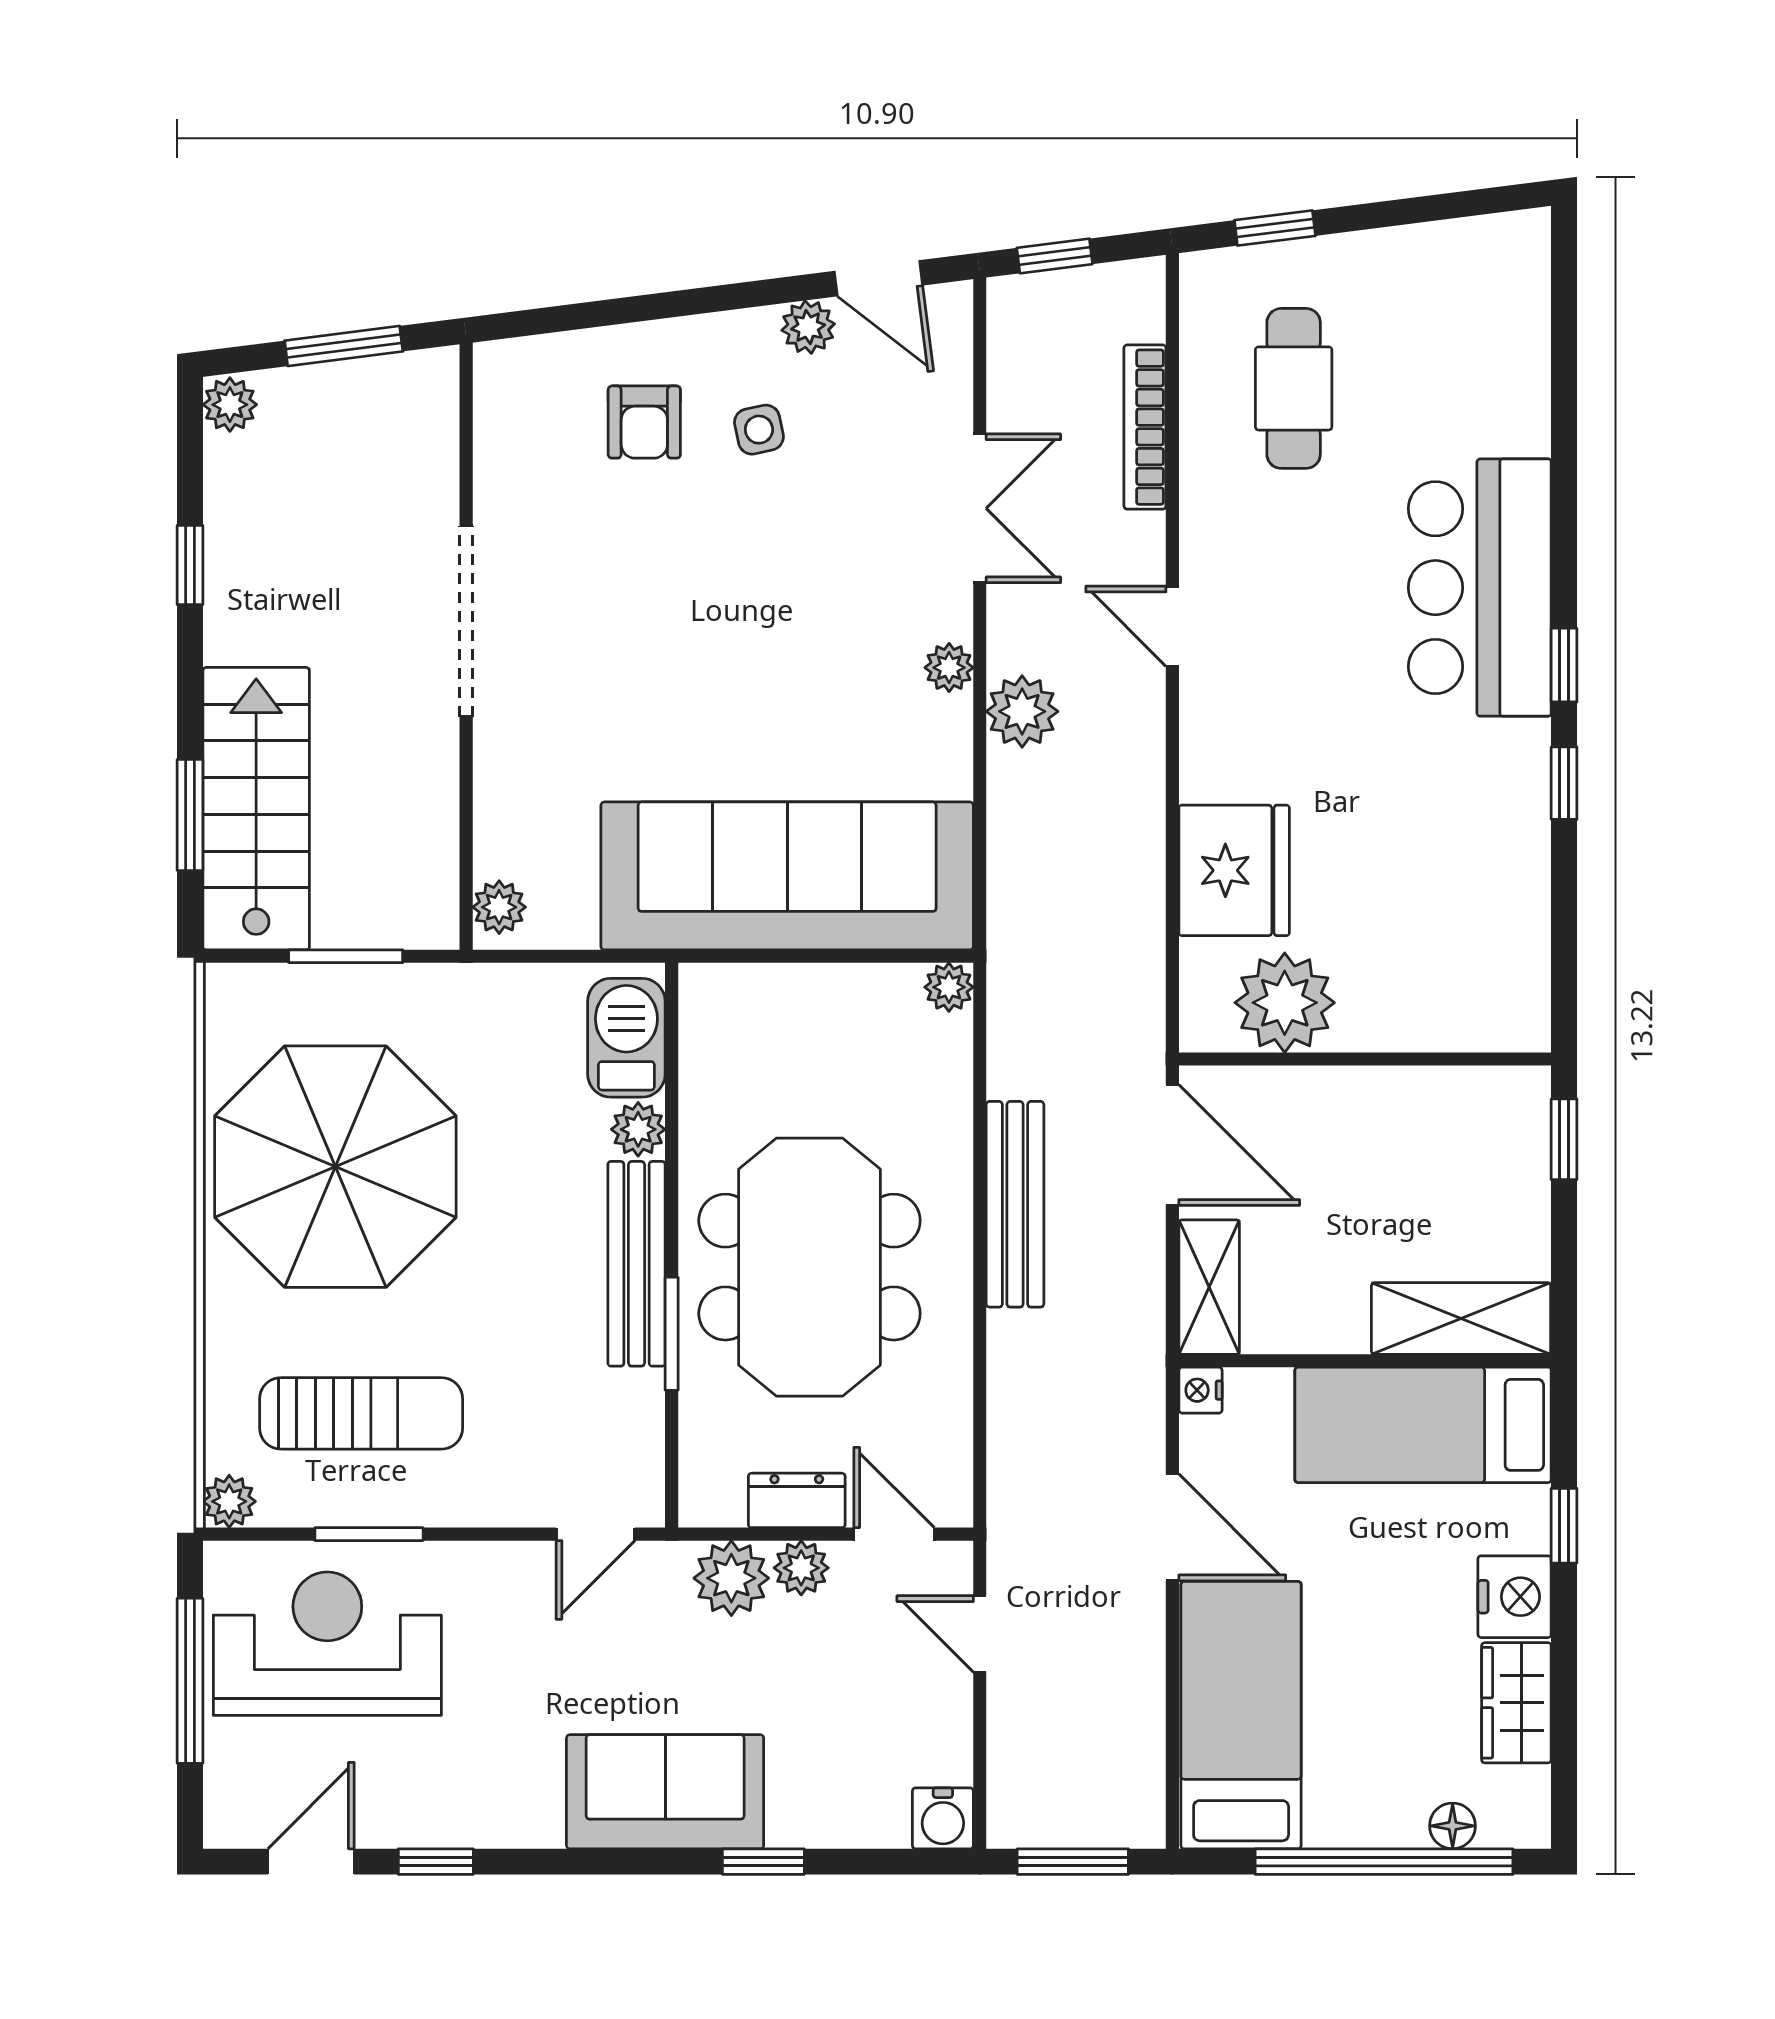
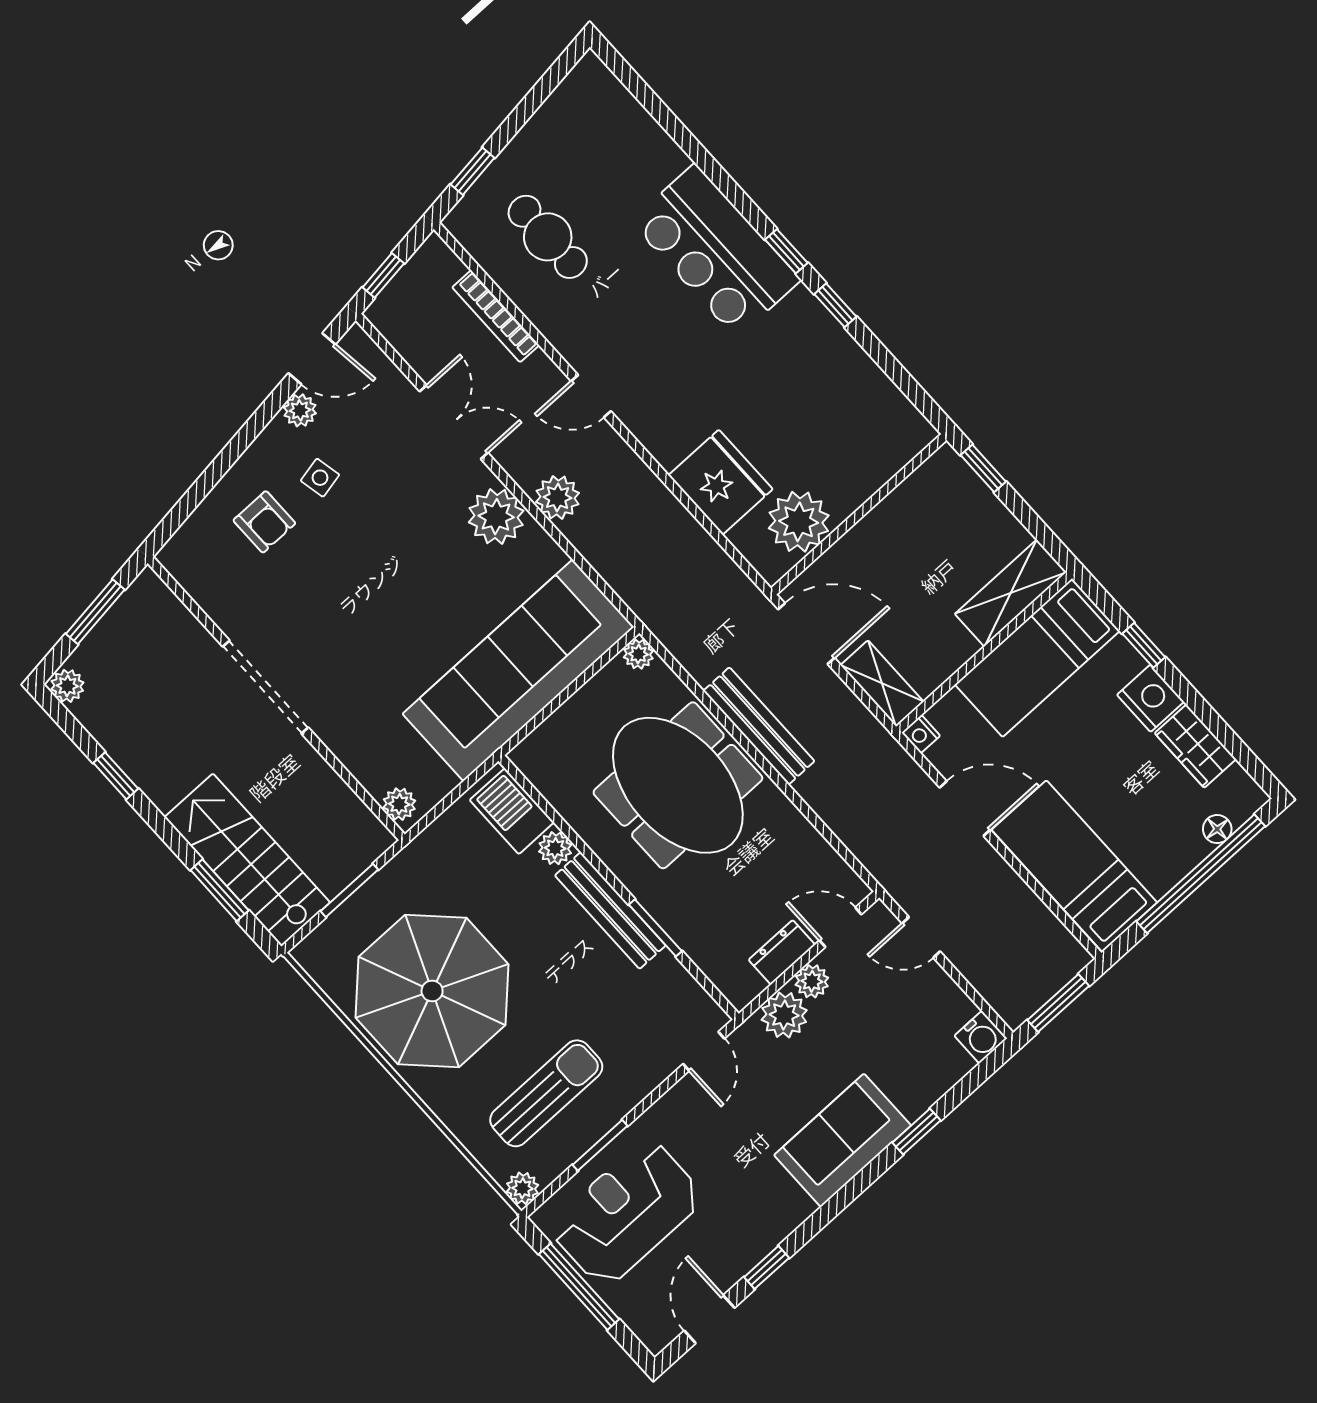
plant: (949, 668) -> (496, 517), width x1.87, depth x1.87
meeting table: (809, 1267) -> (678, 785), moved

